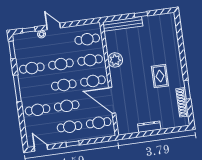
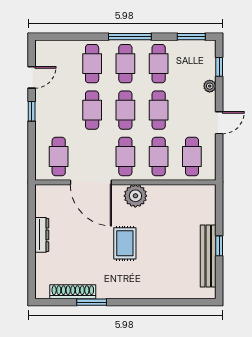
bench: (123, 24) -> (208, 256), moved
door: (53, 26) -> (219, 123), moved
plant: (115, 60) -> (135, 196), moved
rug: (160, 76) -> (125, 243), moved, turned 90
door: (112, 100) -> (91, 182), swing flipped
cafe table: (70, 127) -> (125, 64), moved
door: (41, 148) -> (32, 77), moved

